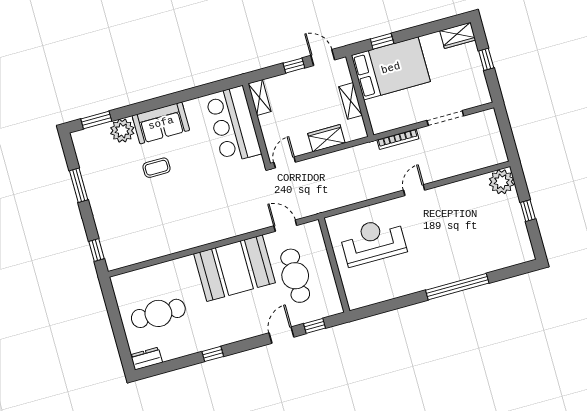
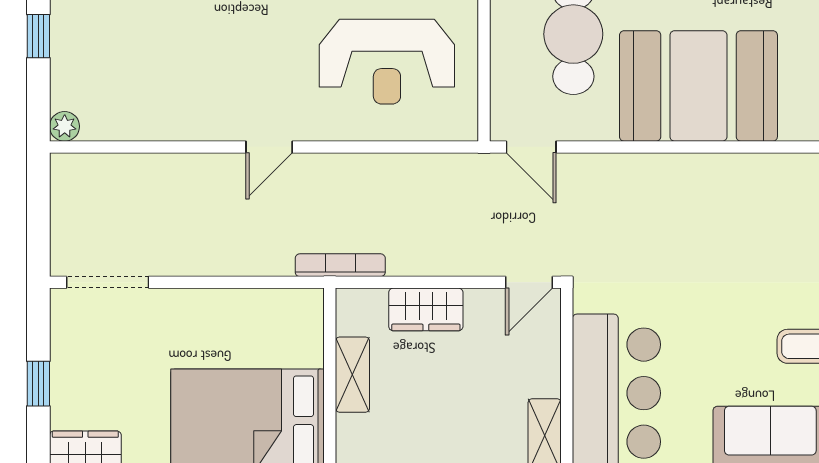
doorway: (445, 118) -> (108, 282), moved
bookcase: (398, 139) -> (340, 265), moved
plant: (502, 182) -> (65, 126), width x0.53, depth x0.53
door: (285, 226) -> (531, 147), moved

